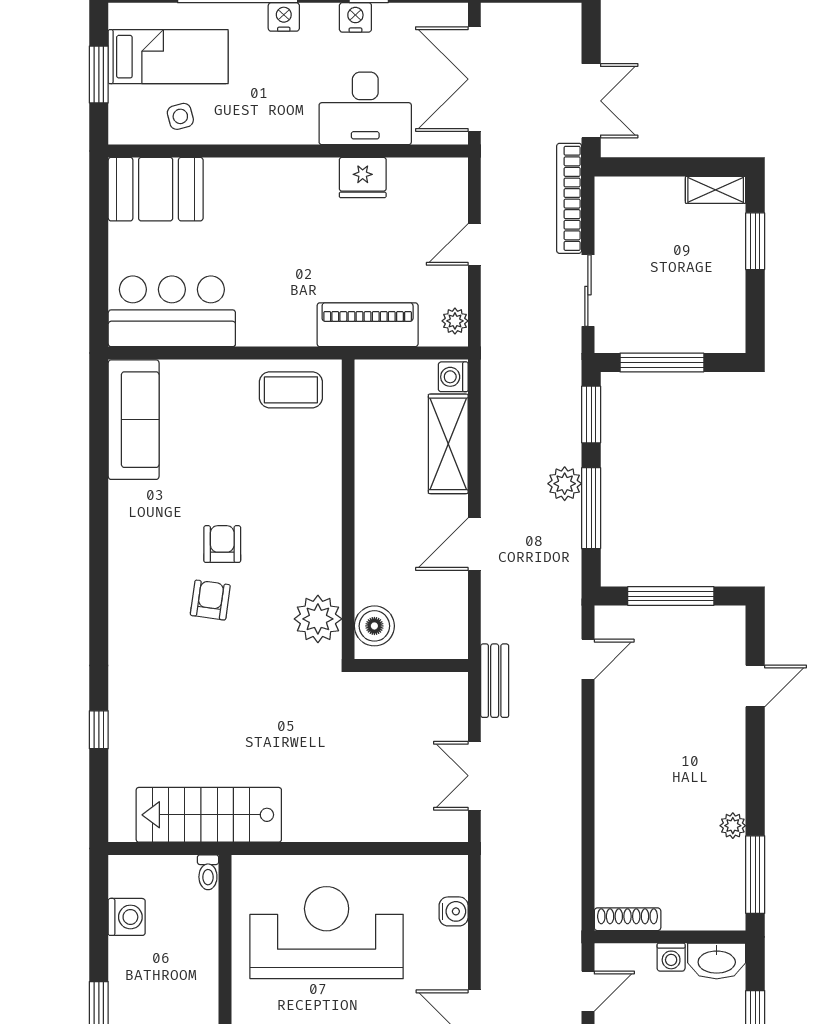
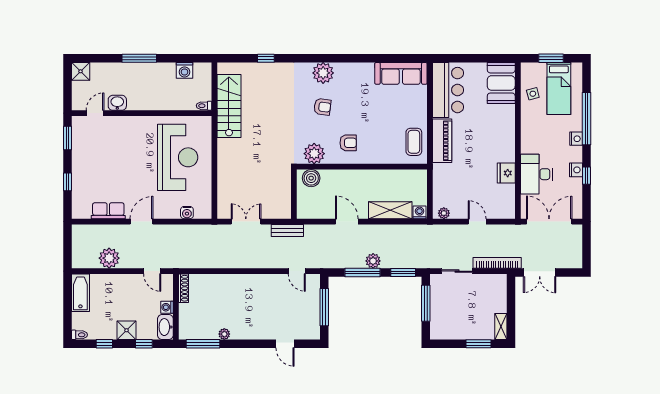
piano: (368, 325) -> (442, 141), moved
armchair: (222, 544) -> (348, 143), moved
plant: (133, 598) -> (323, 73), added

